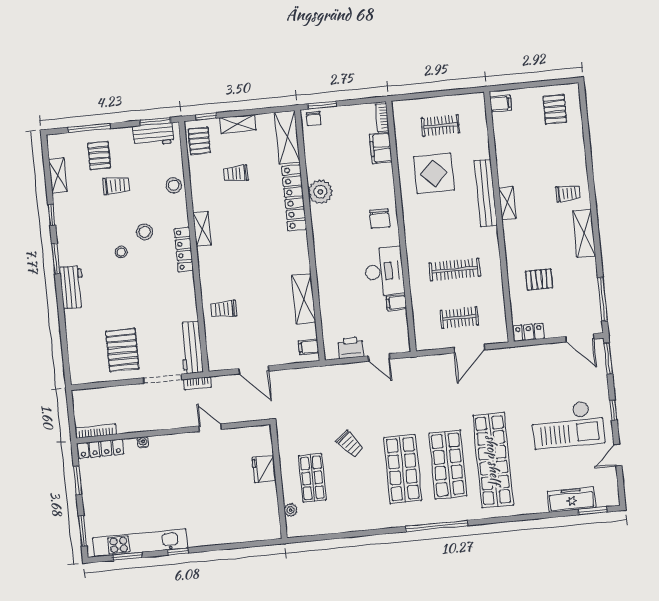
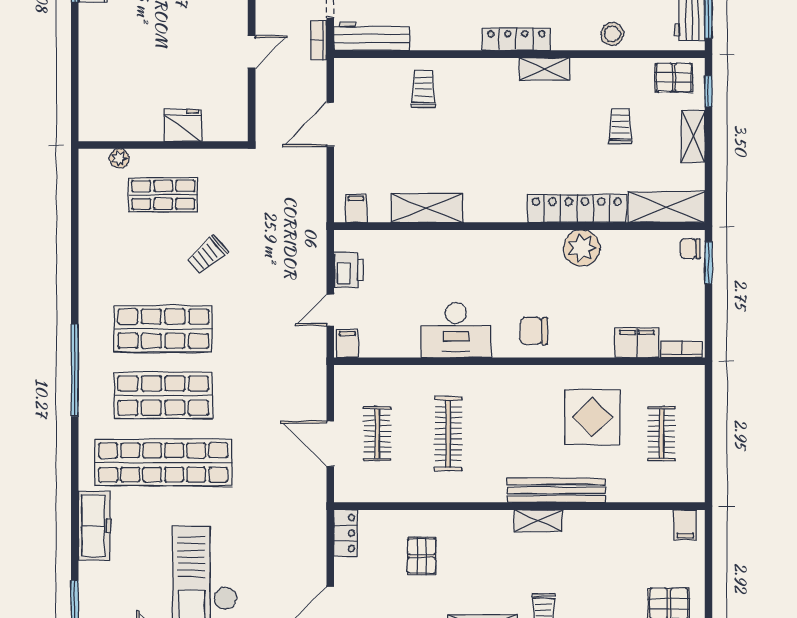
filing cabinet: (396, 303) -> (347, 343), moved
freezer: (571, 499) -> (94, 526), moved

